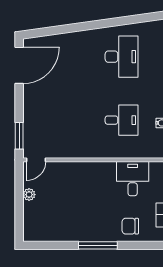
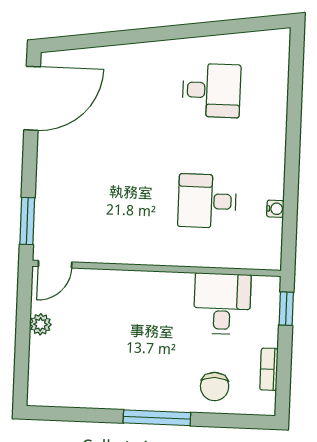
desk: (122, 57) -> (212, 90), width x0.73
desk: (122, 120) -> (207, 201), turned 180
chair: (130, 226) -> (215, 387), turned -90

